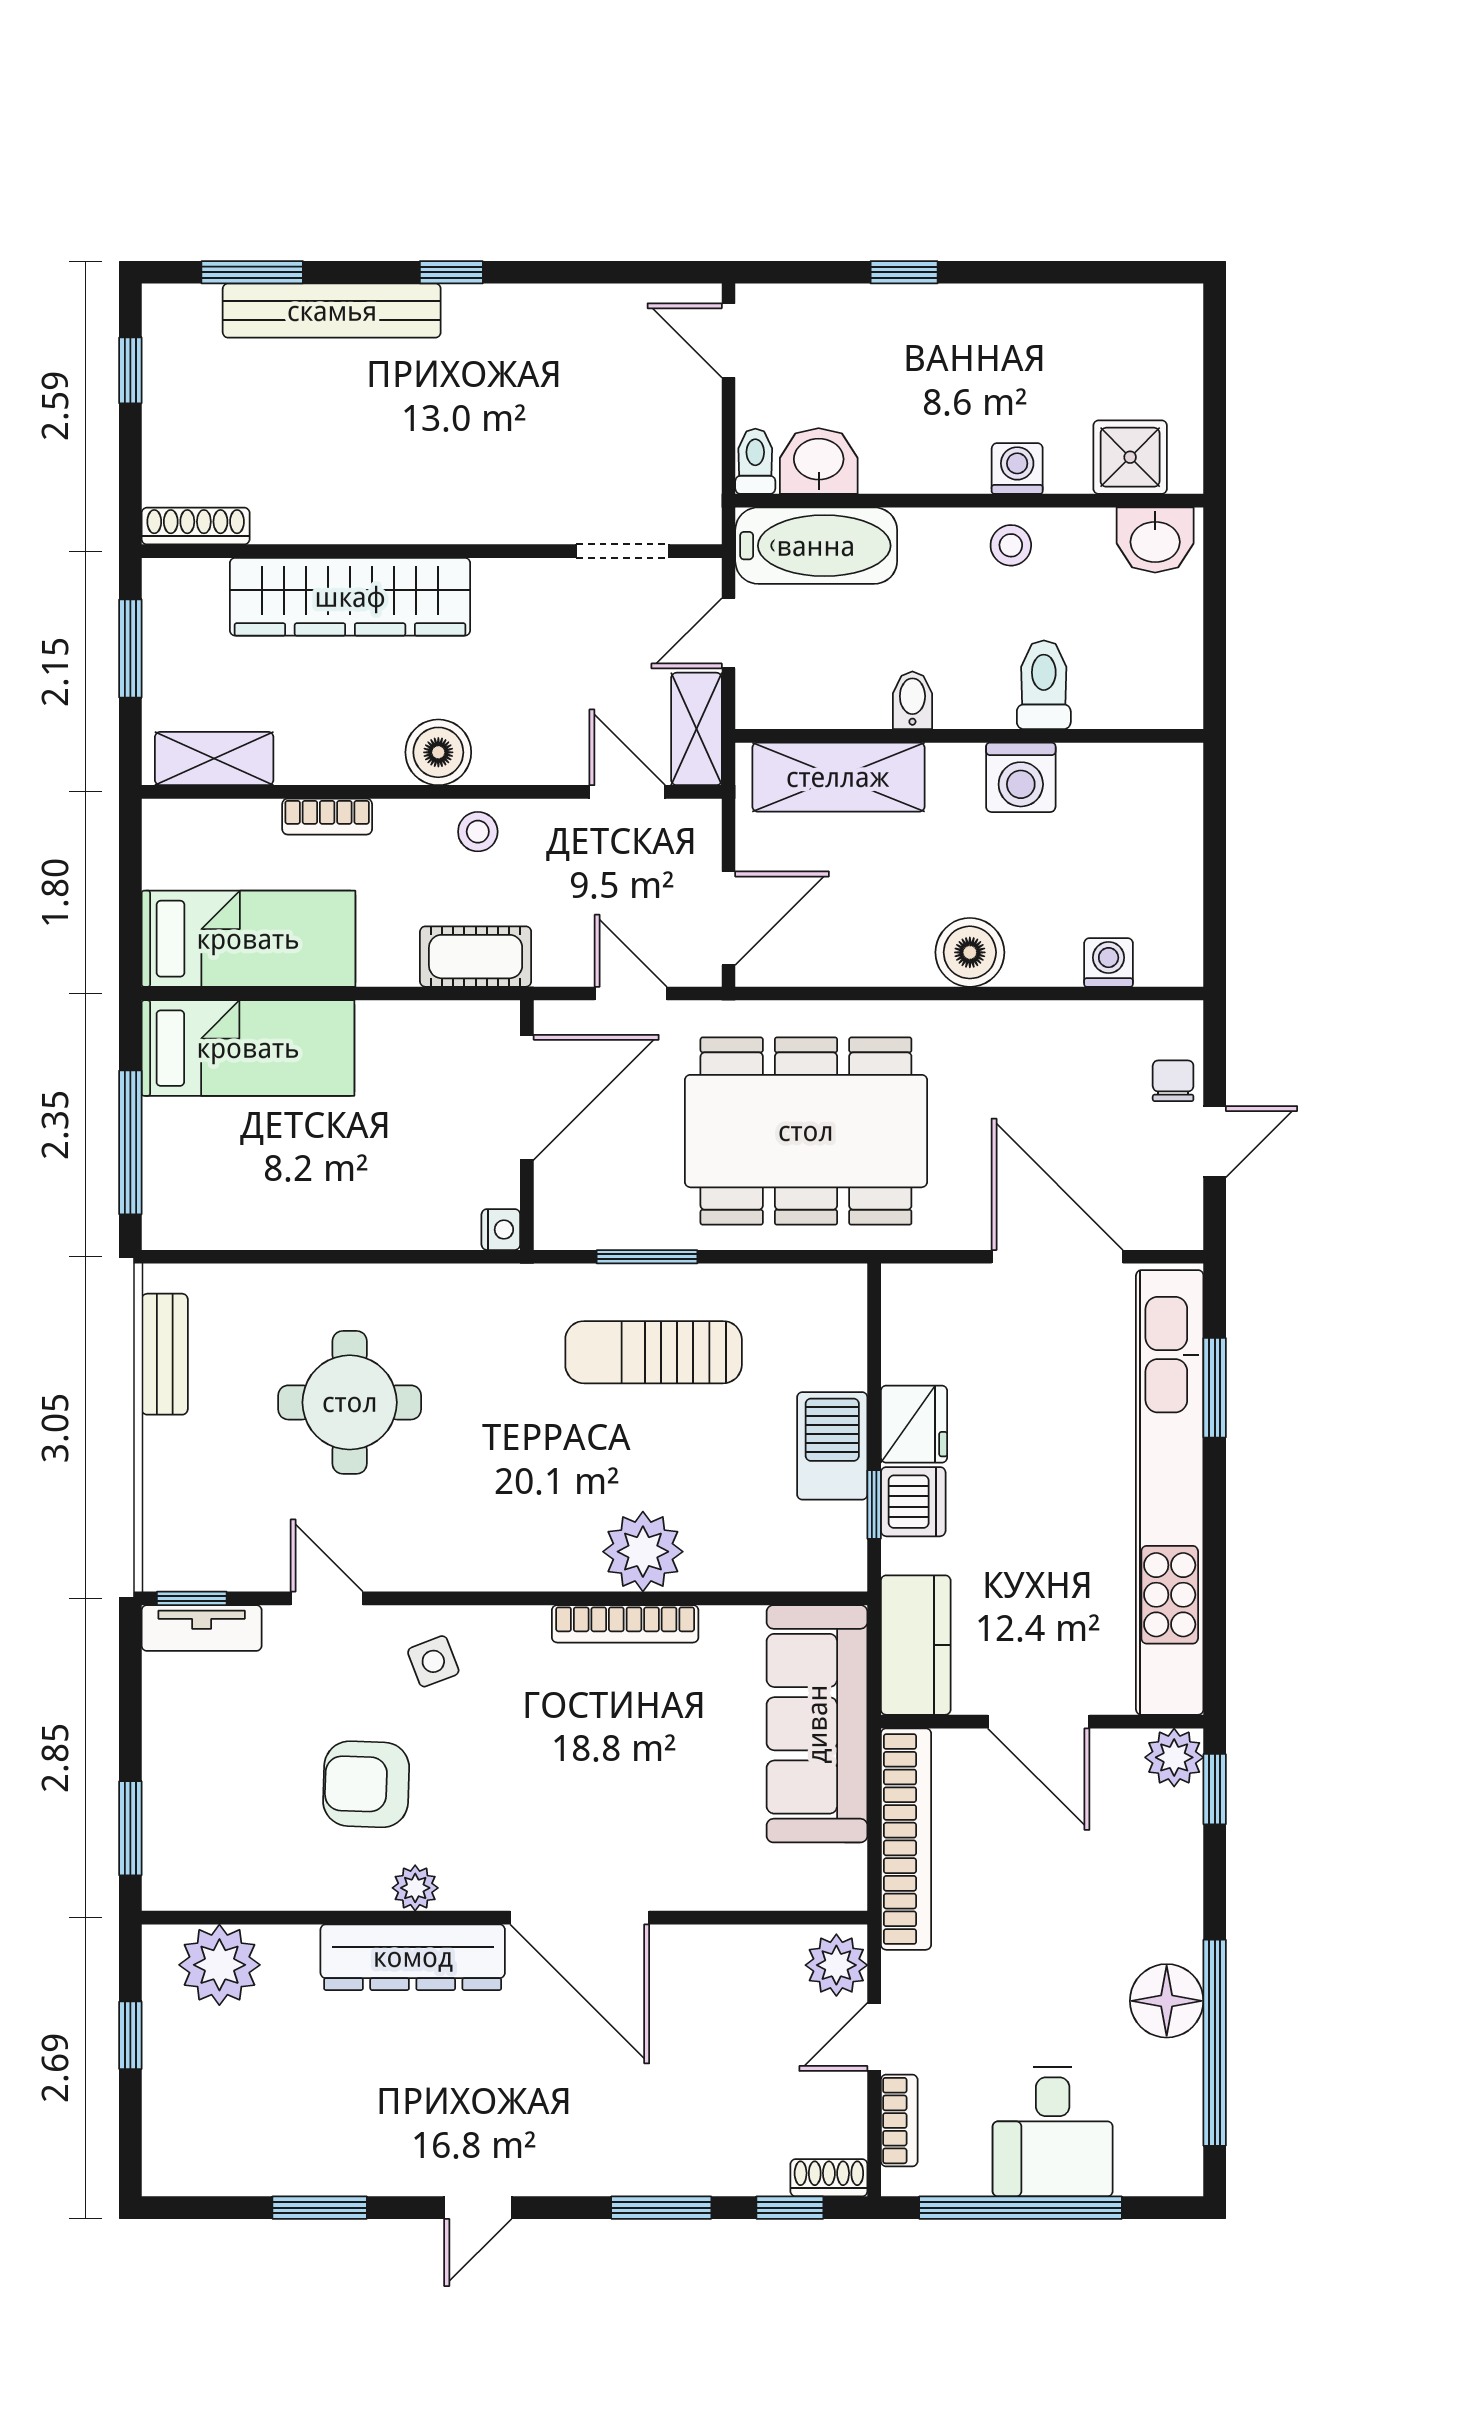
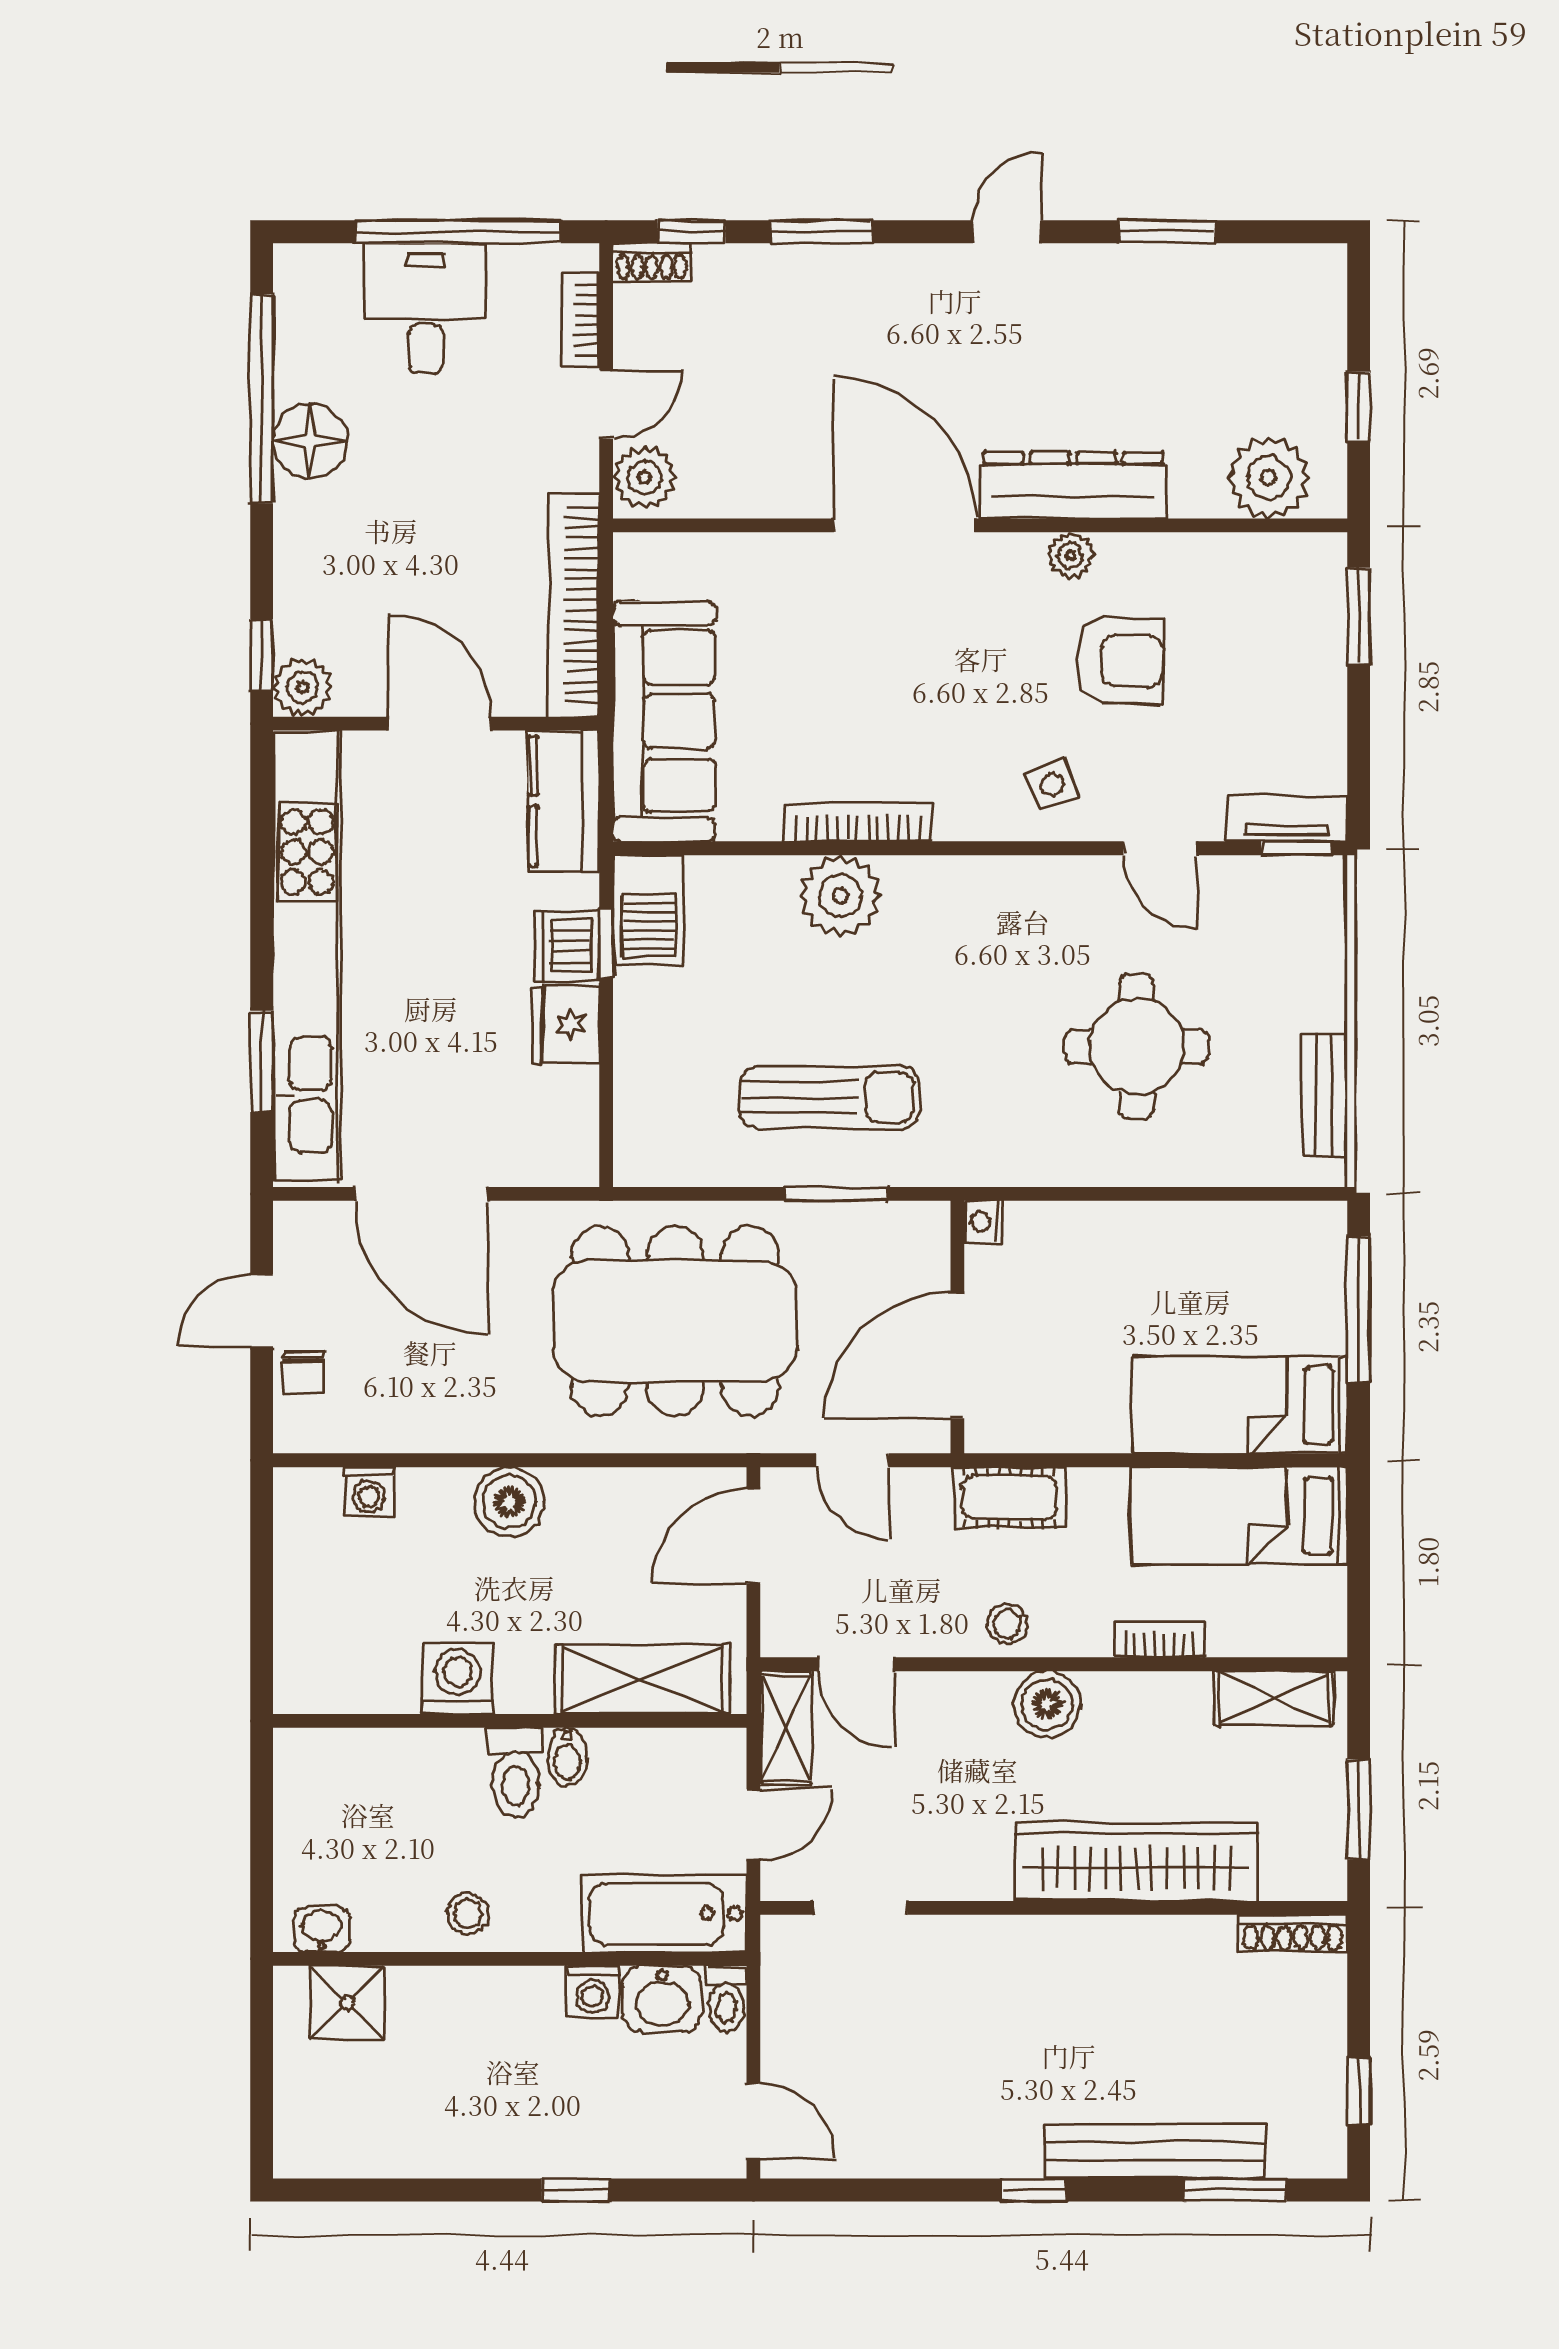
washing machine: (1017, 469) -> (593, 1991), moved
washbasin: (1155, 540) -> (322, 1929), width x0.72, depth x0.69
toilet: (1044, 685) -> (516, 1773), moved
barbecue: (832, 1446) -> (648, 910), moved

